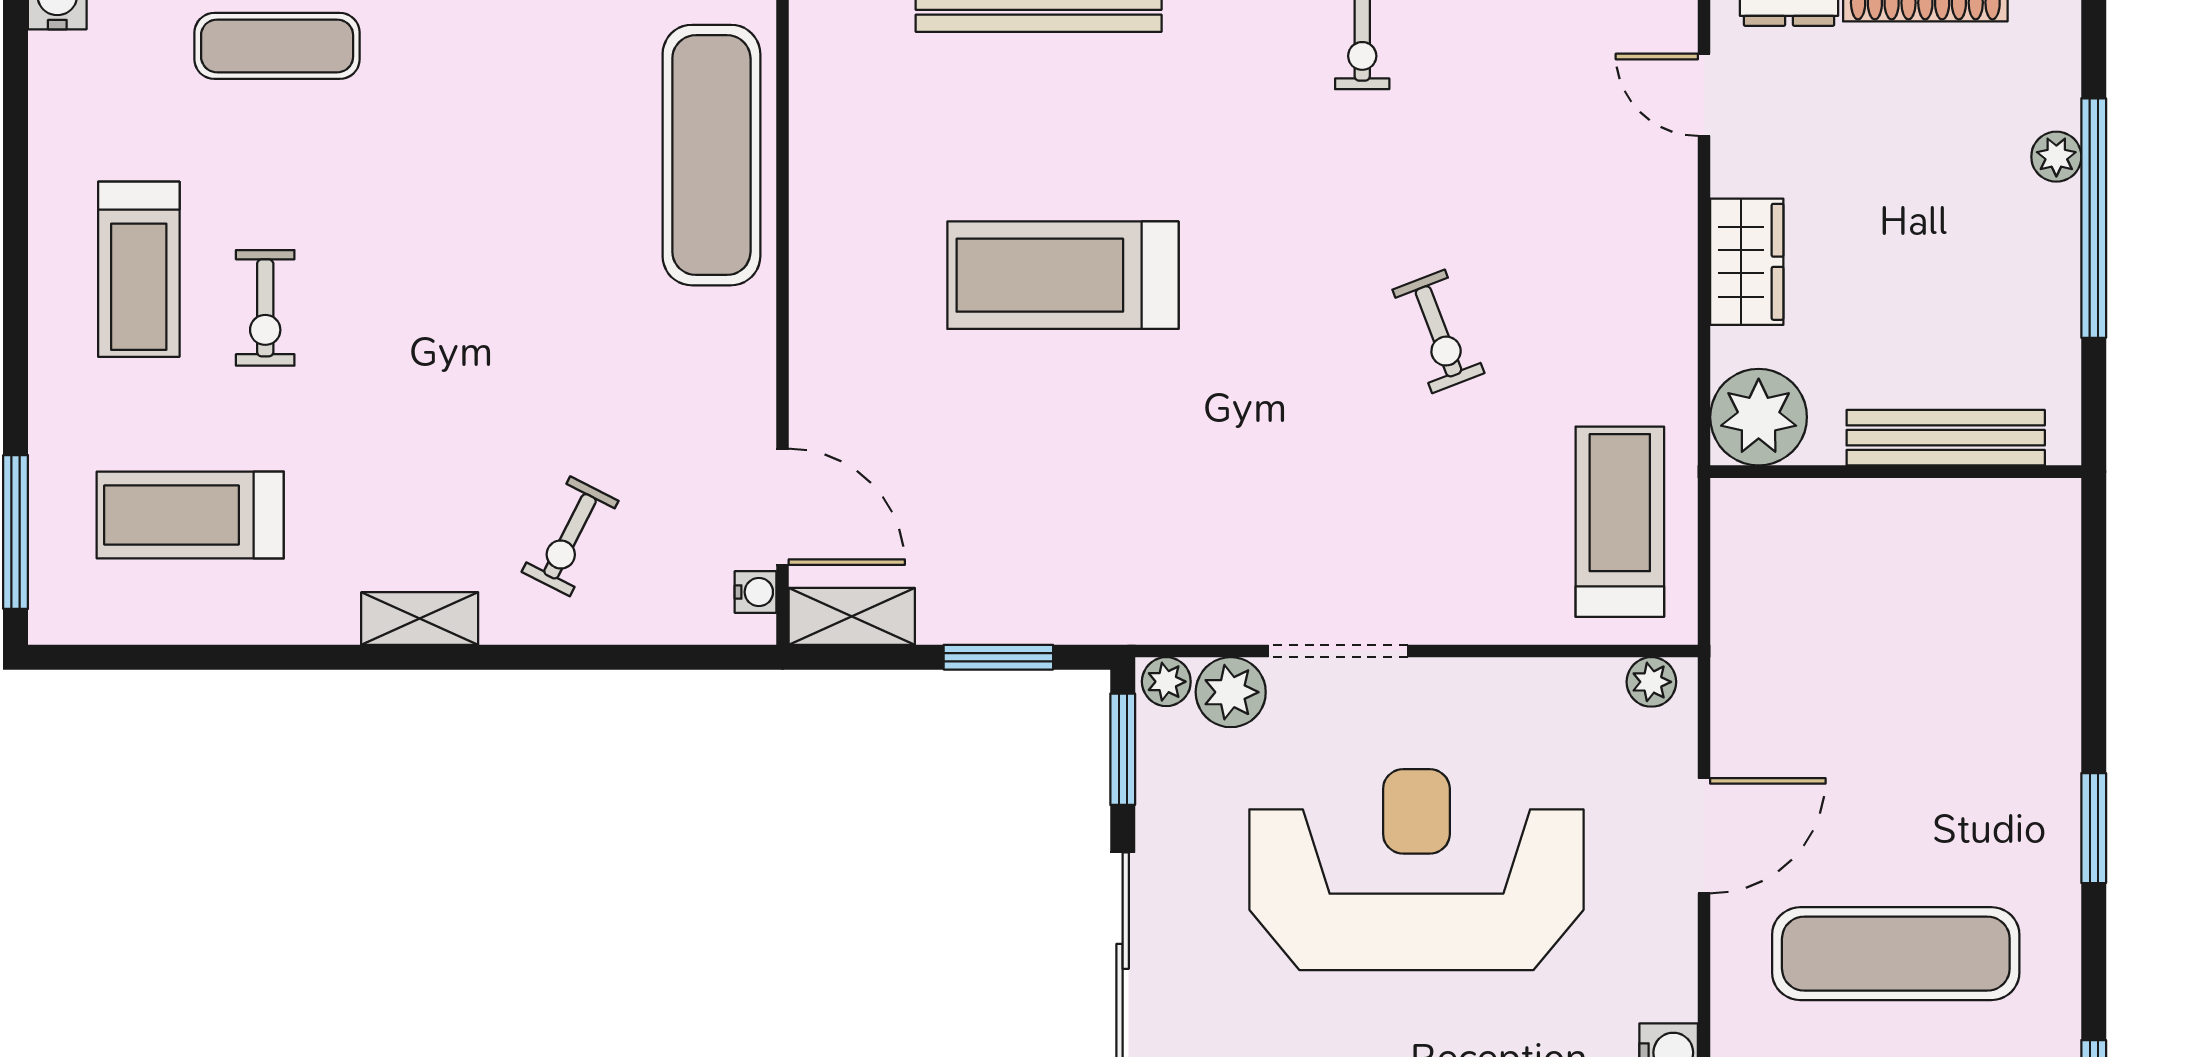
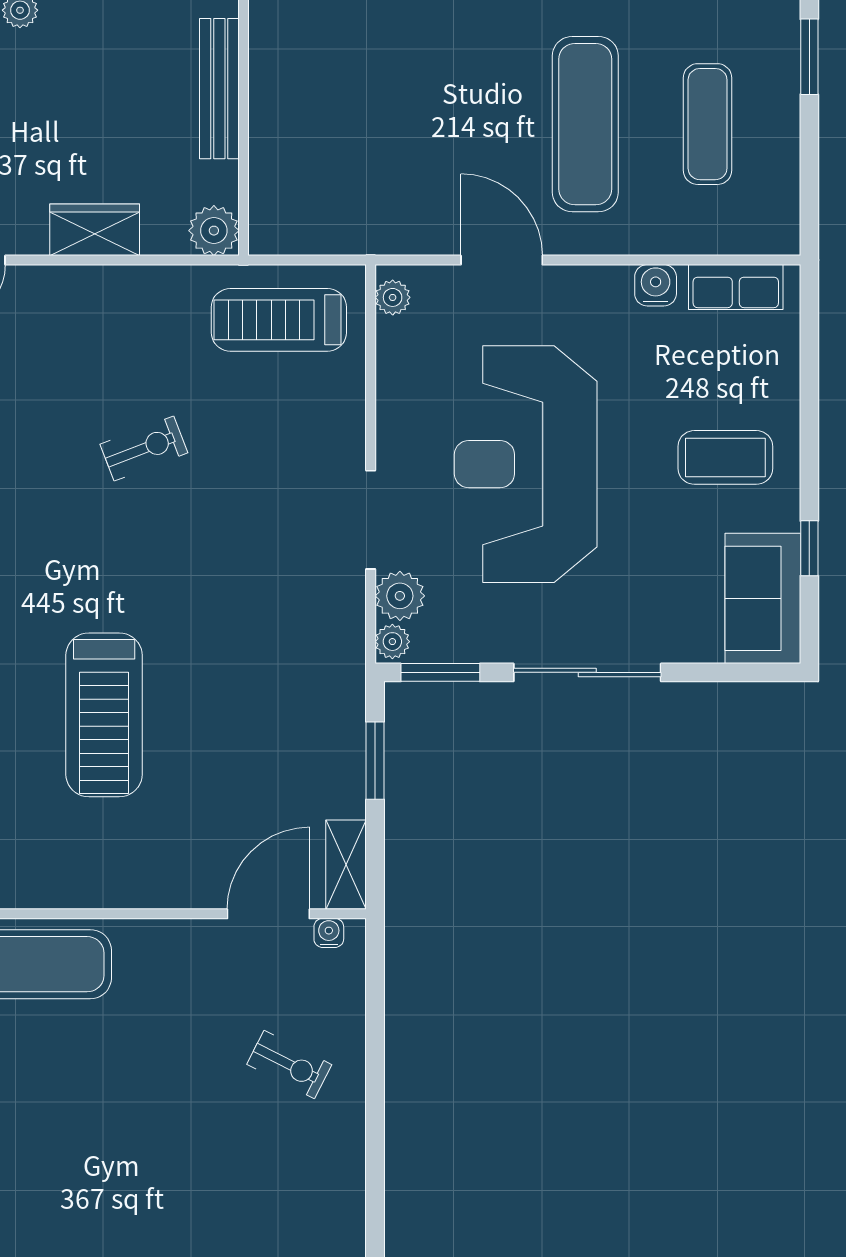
plant: (1759, 417) -> (214, 231), width x0.73, depth x0.73
shelving: (420, 618) -> (348, 1171), removed

